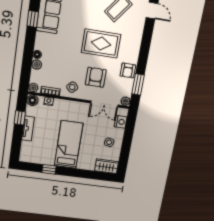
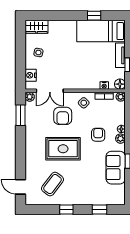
plant: (37, 65) -> (120, 139), moved
armchair: (128, 70) -> (98, 135), moved
double door: (104, 104) -> (50, 91), swing flipped
bed: (69, 145) -> (101, 31), moved, turned 90

